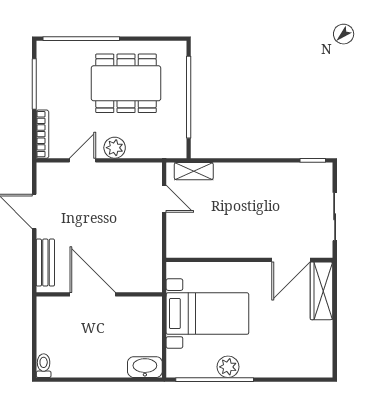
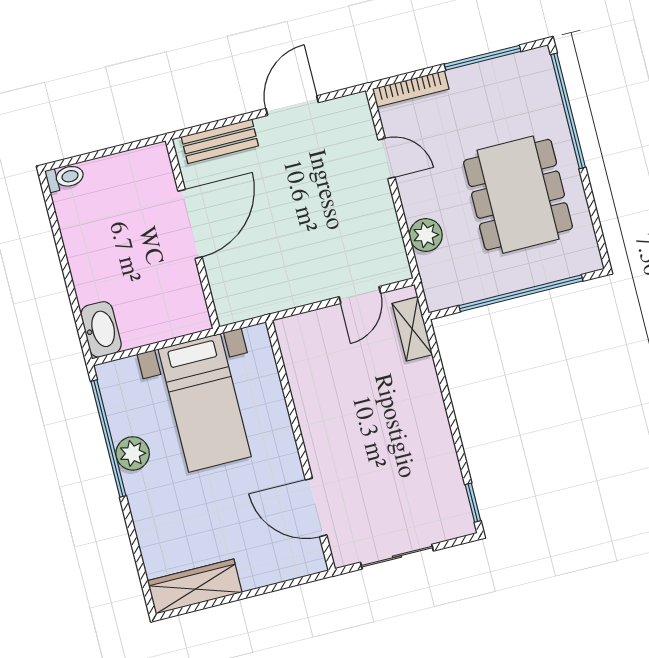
plant: (115, 148) -> (426, 235), moved
wardrobe: (322, 291) -> (195, 586), moved

